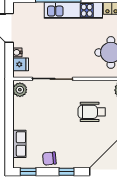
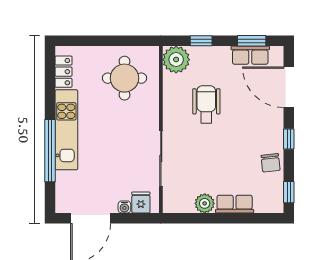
plant: (20, 90) -> (205, 203), moved
wheelchair: (92, 112) -> (206, 104), turned 180
row of seats: (19, 144) -> (235, 204), moved

